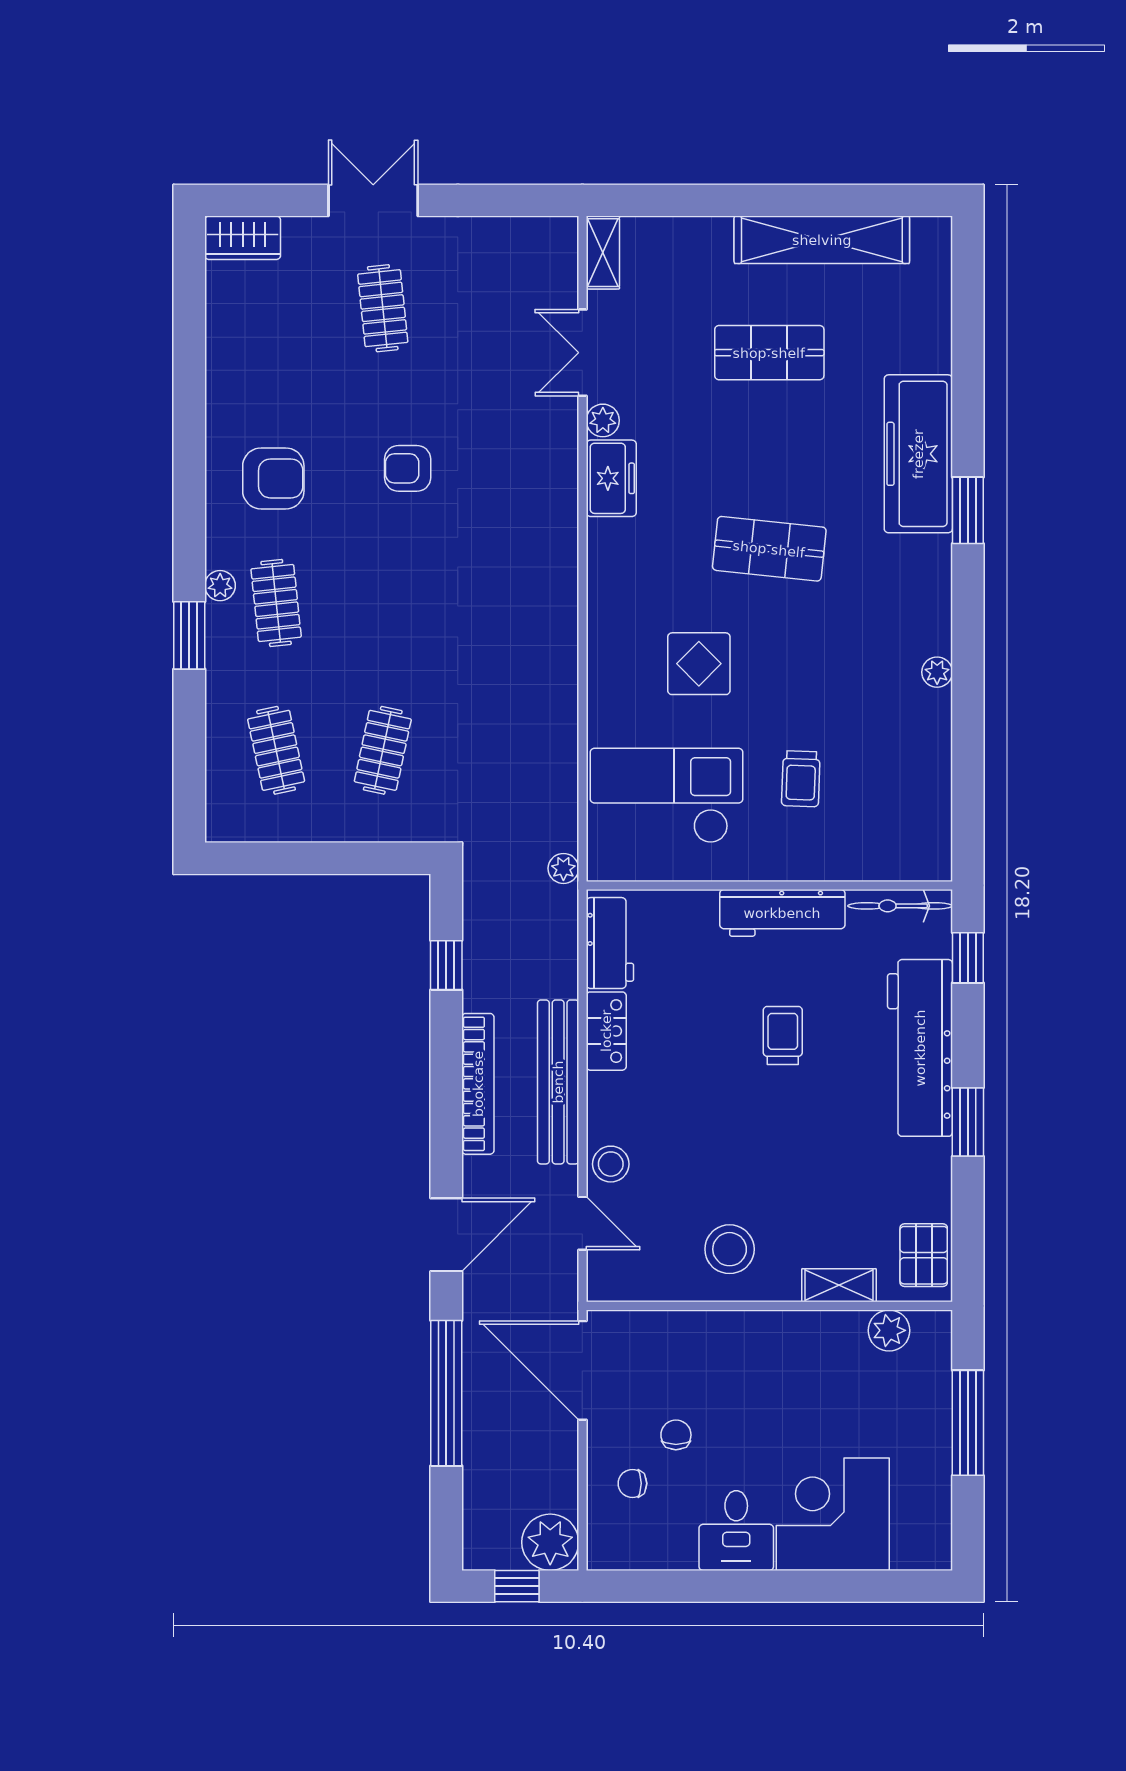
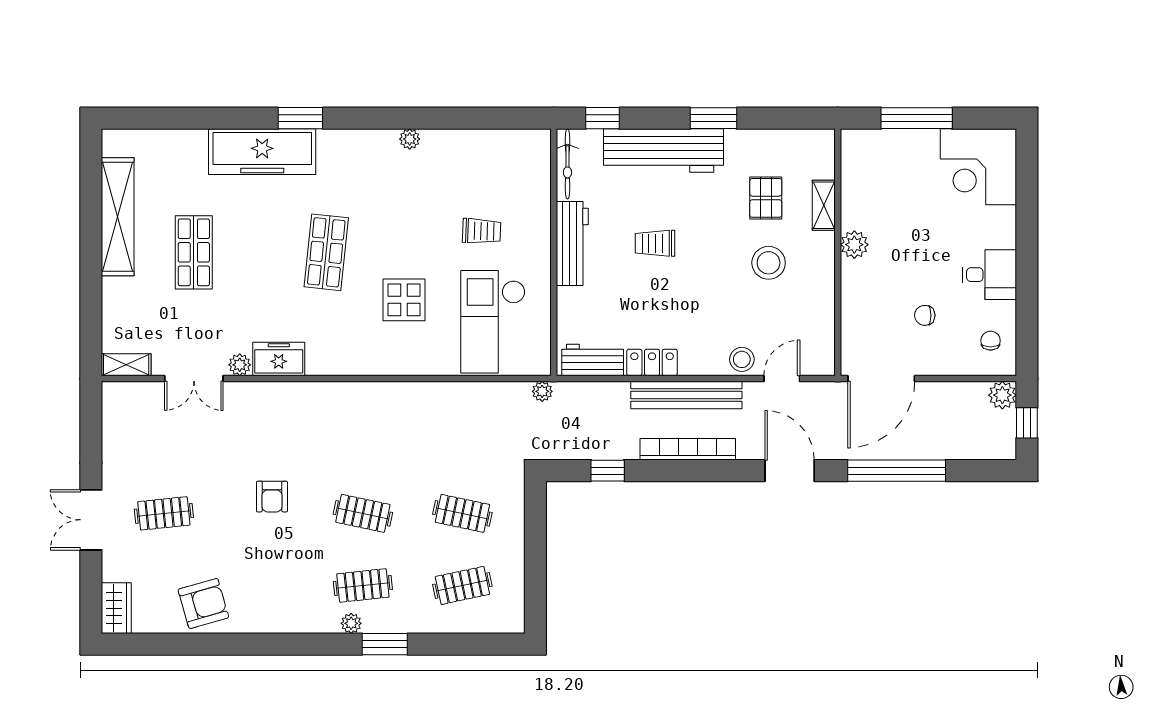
armchair: (273, 478) -> (203, 603), moved, turned 74
clothes rail: (383, 603) -> (363, 513), added
stool: (730, 1249) -> (769, 263), moved
pallet: (924, 1255) -> (766, 198), moved, turned 90
plant: (889, 1330) -> (854, 245), moved
chair: (632, 1483) -> (991, 341), moved, turned 180
corner desk: (833, 1514) -> (978, 167), moved
plant: (550, 1542) -> (1002, 395), width x0.73, depth x0.73

